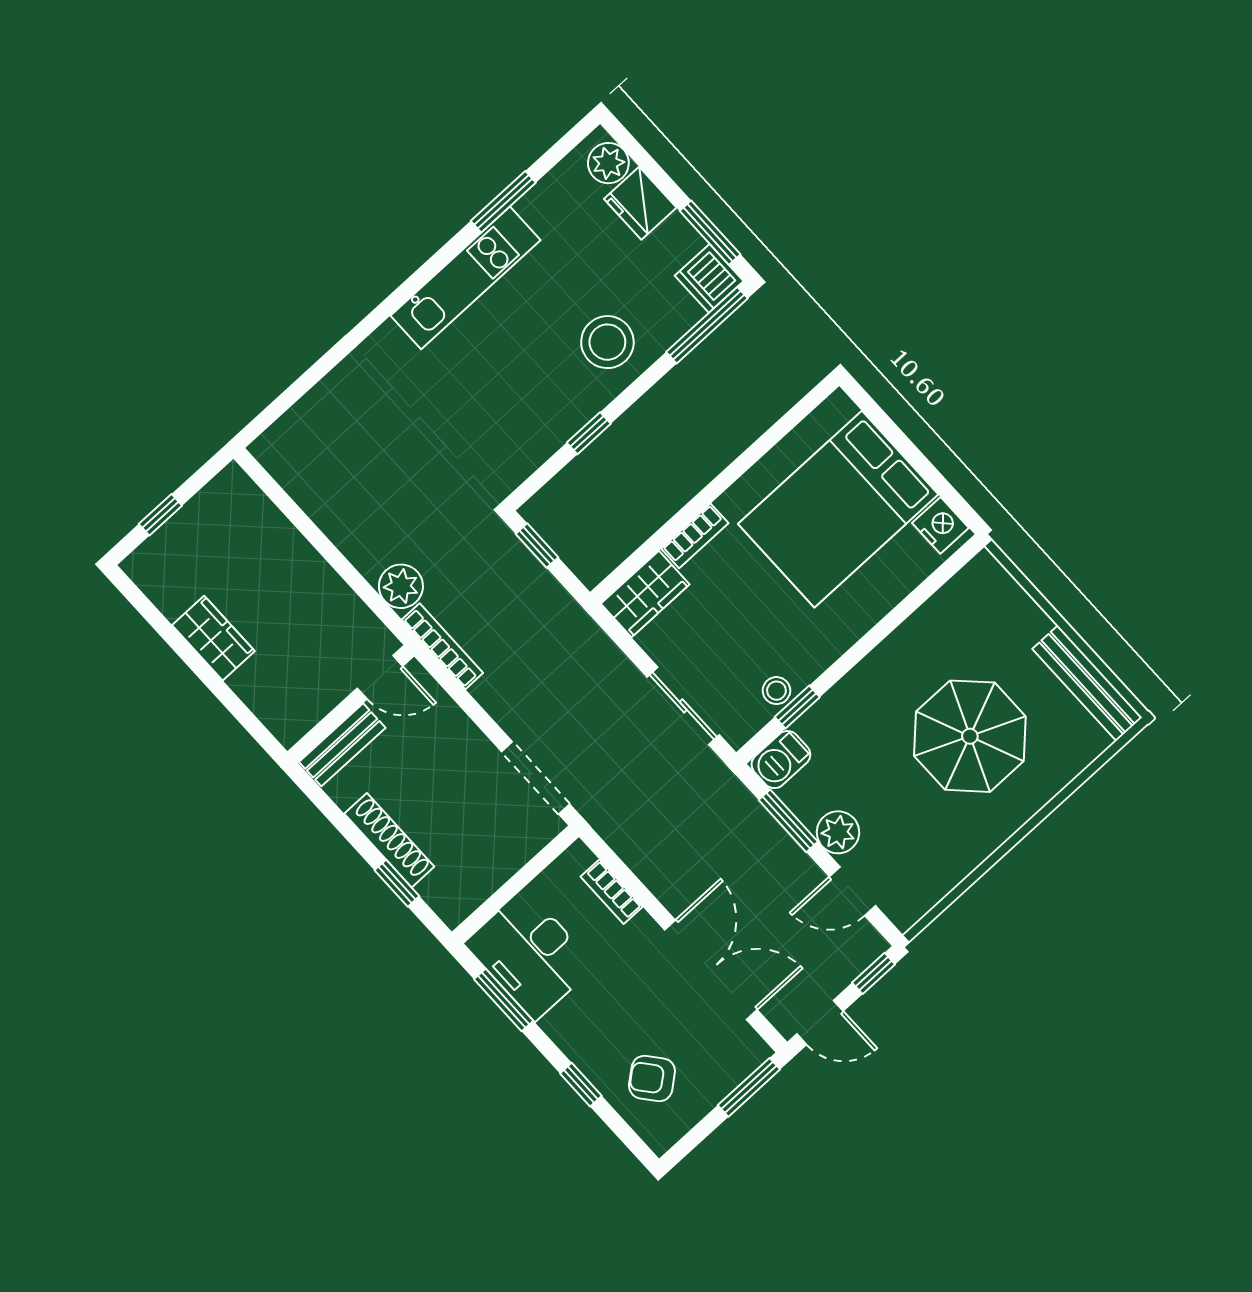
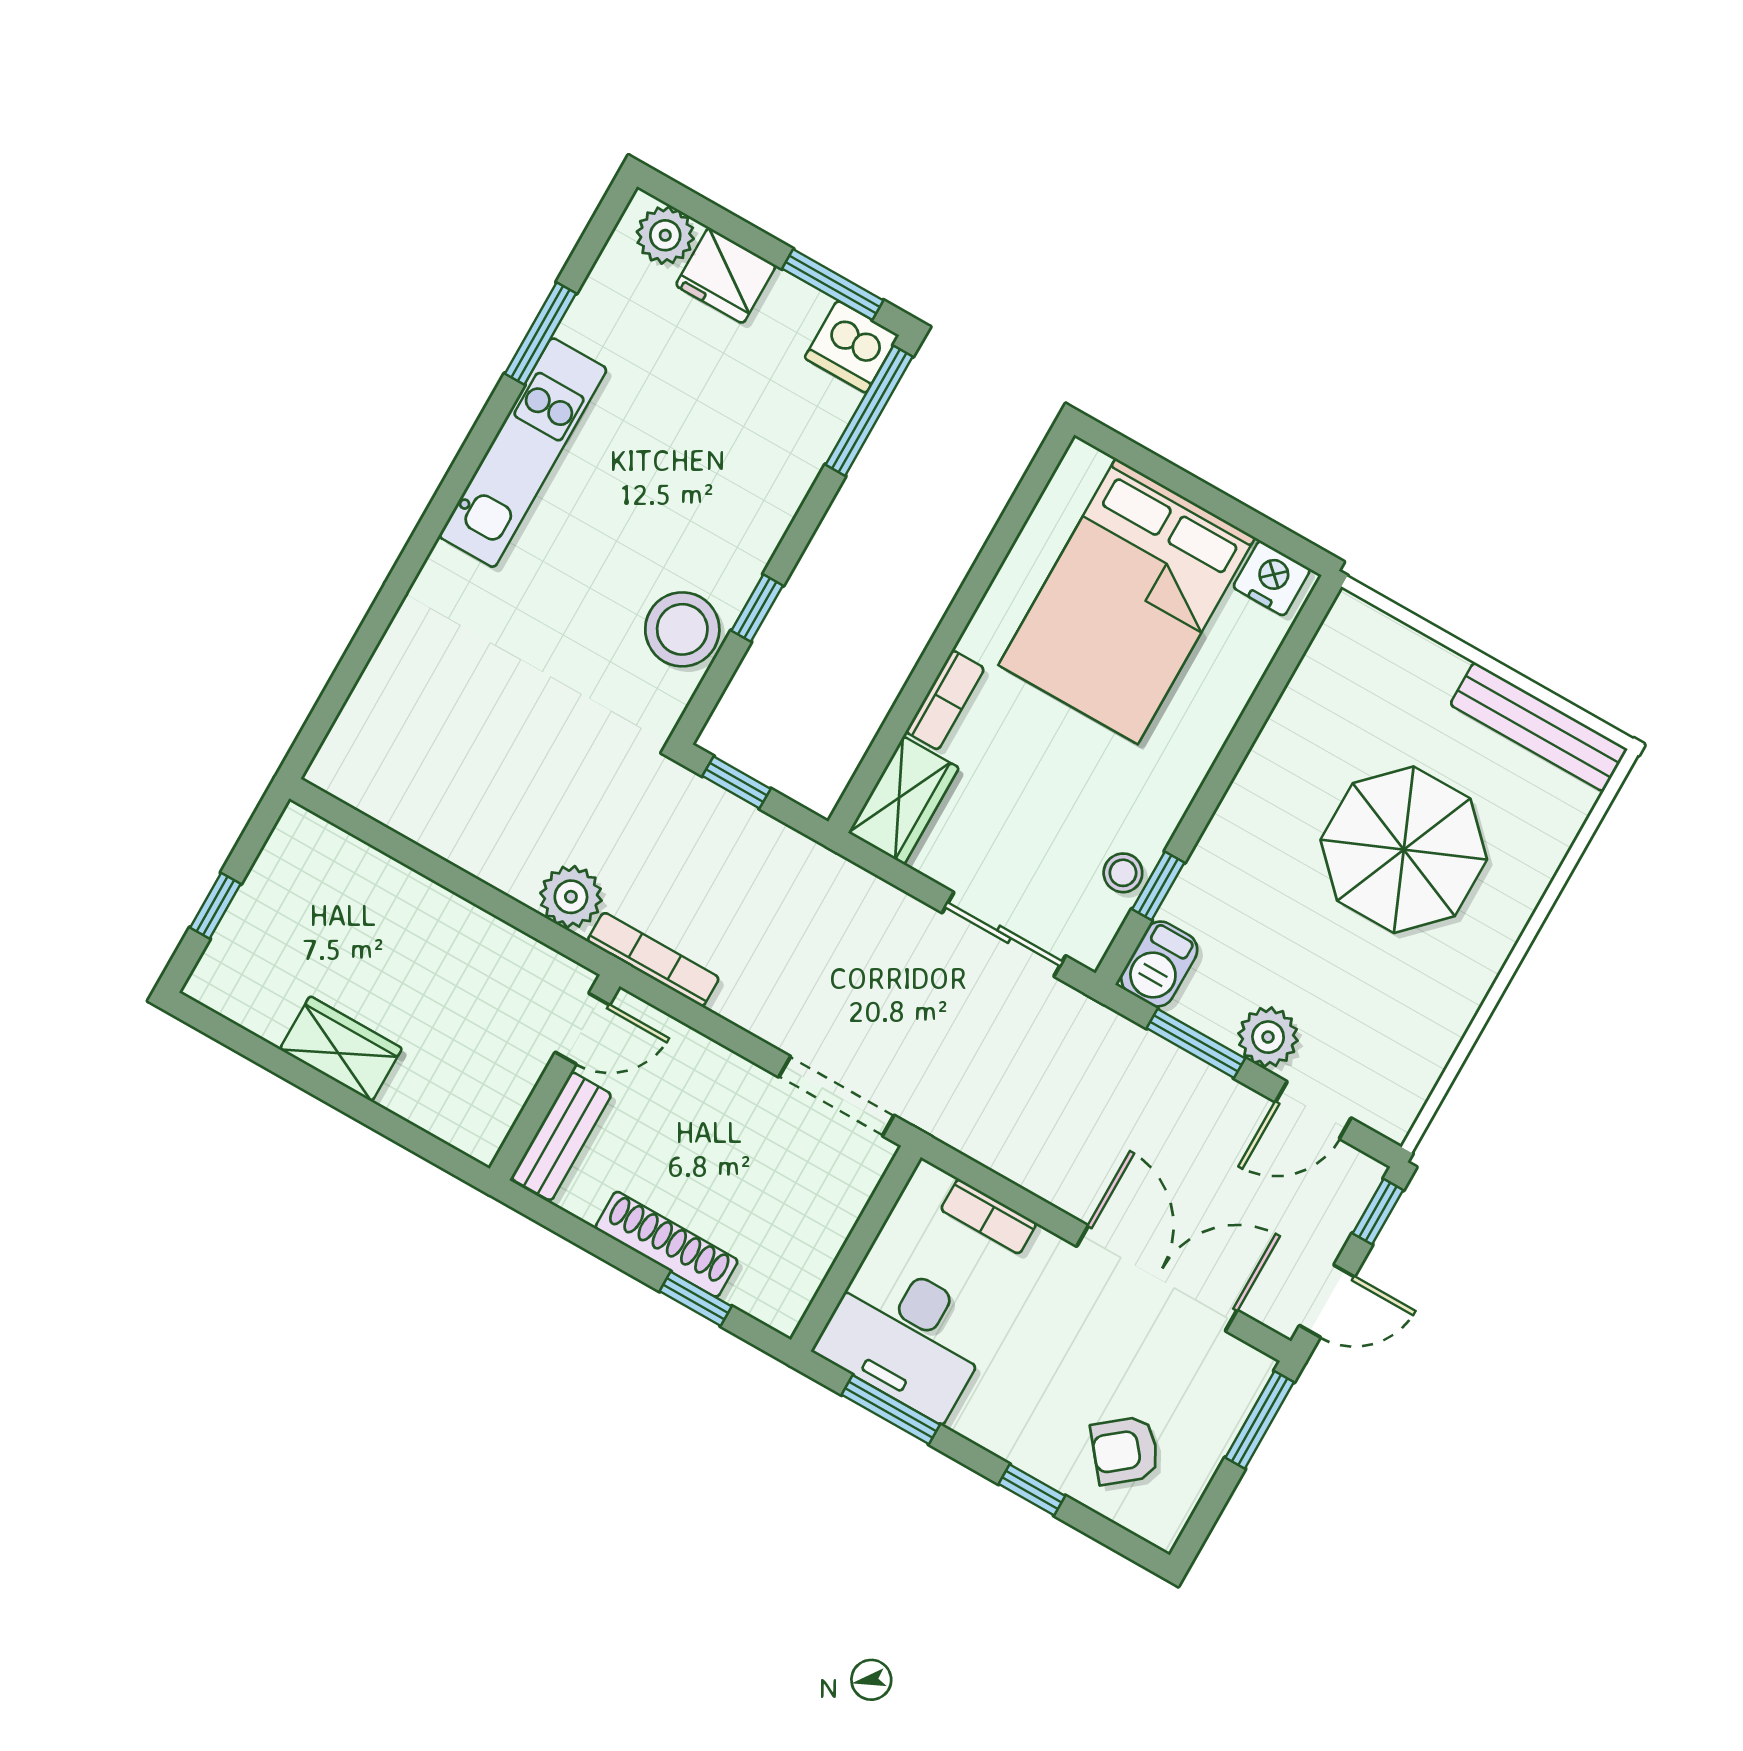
stool: (607, 342) -> (682, 629), moved

